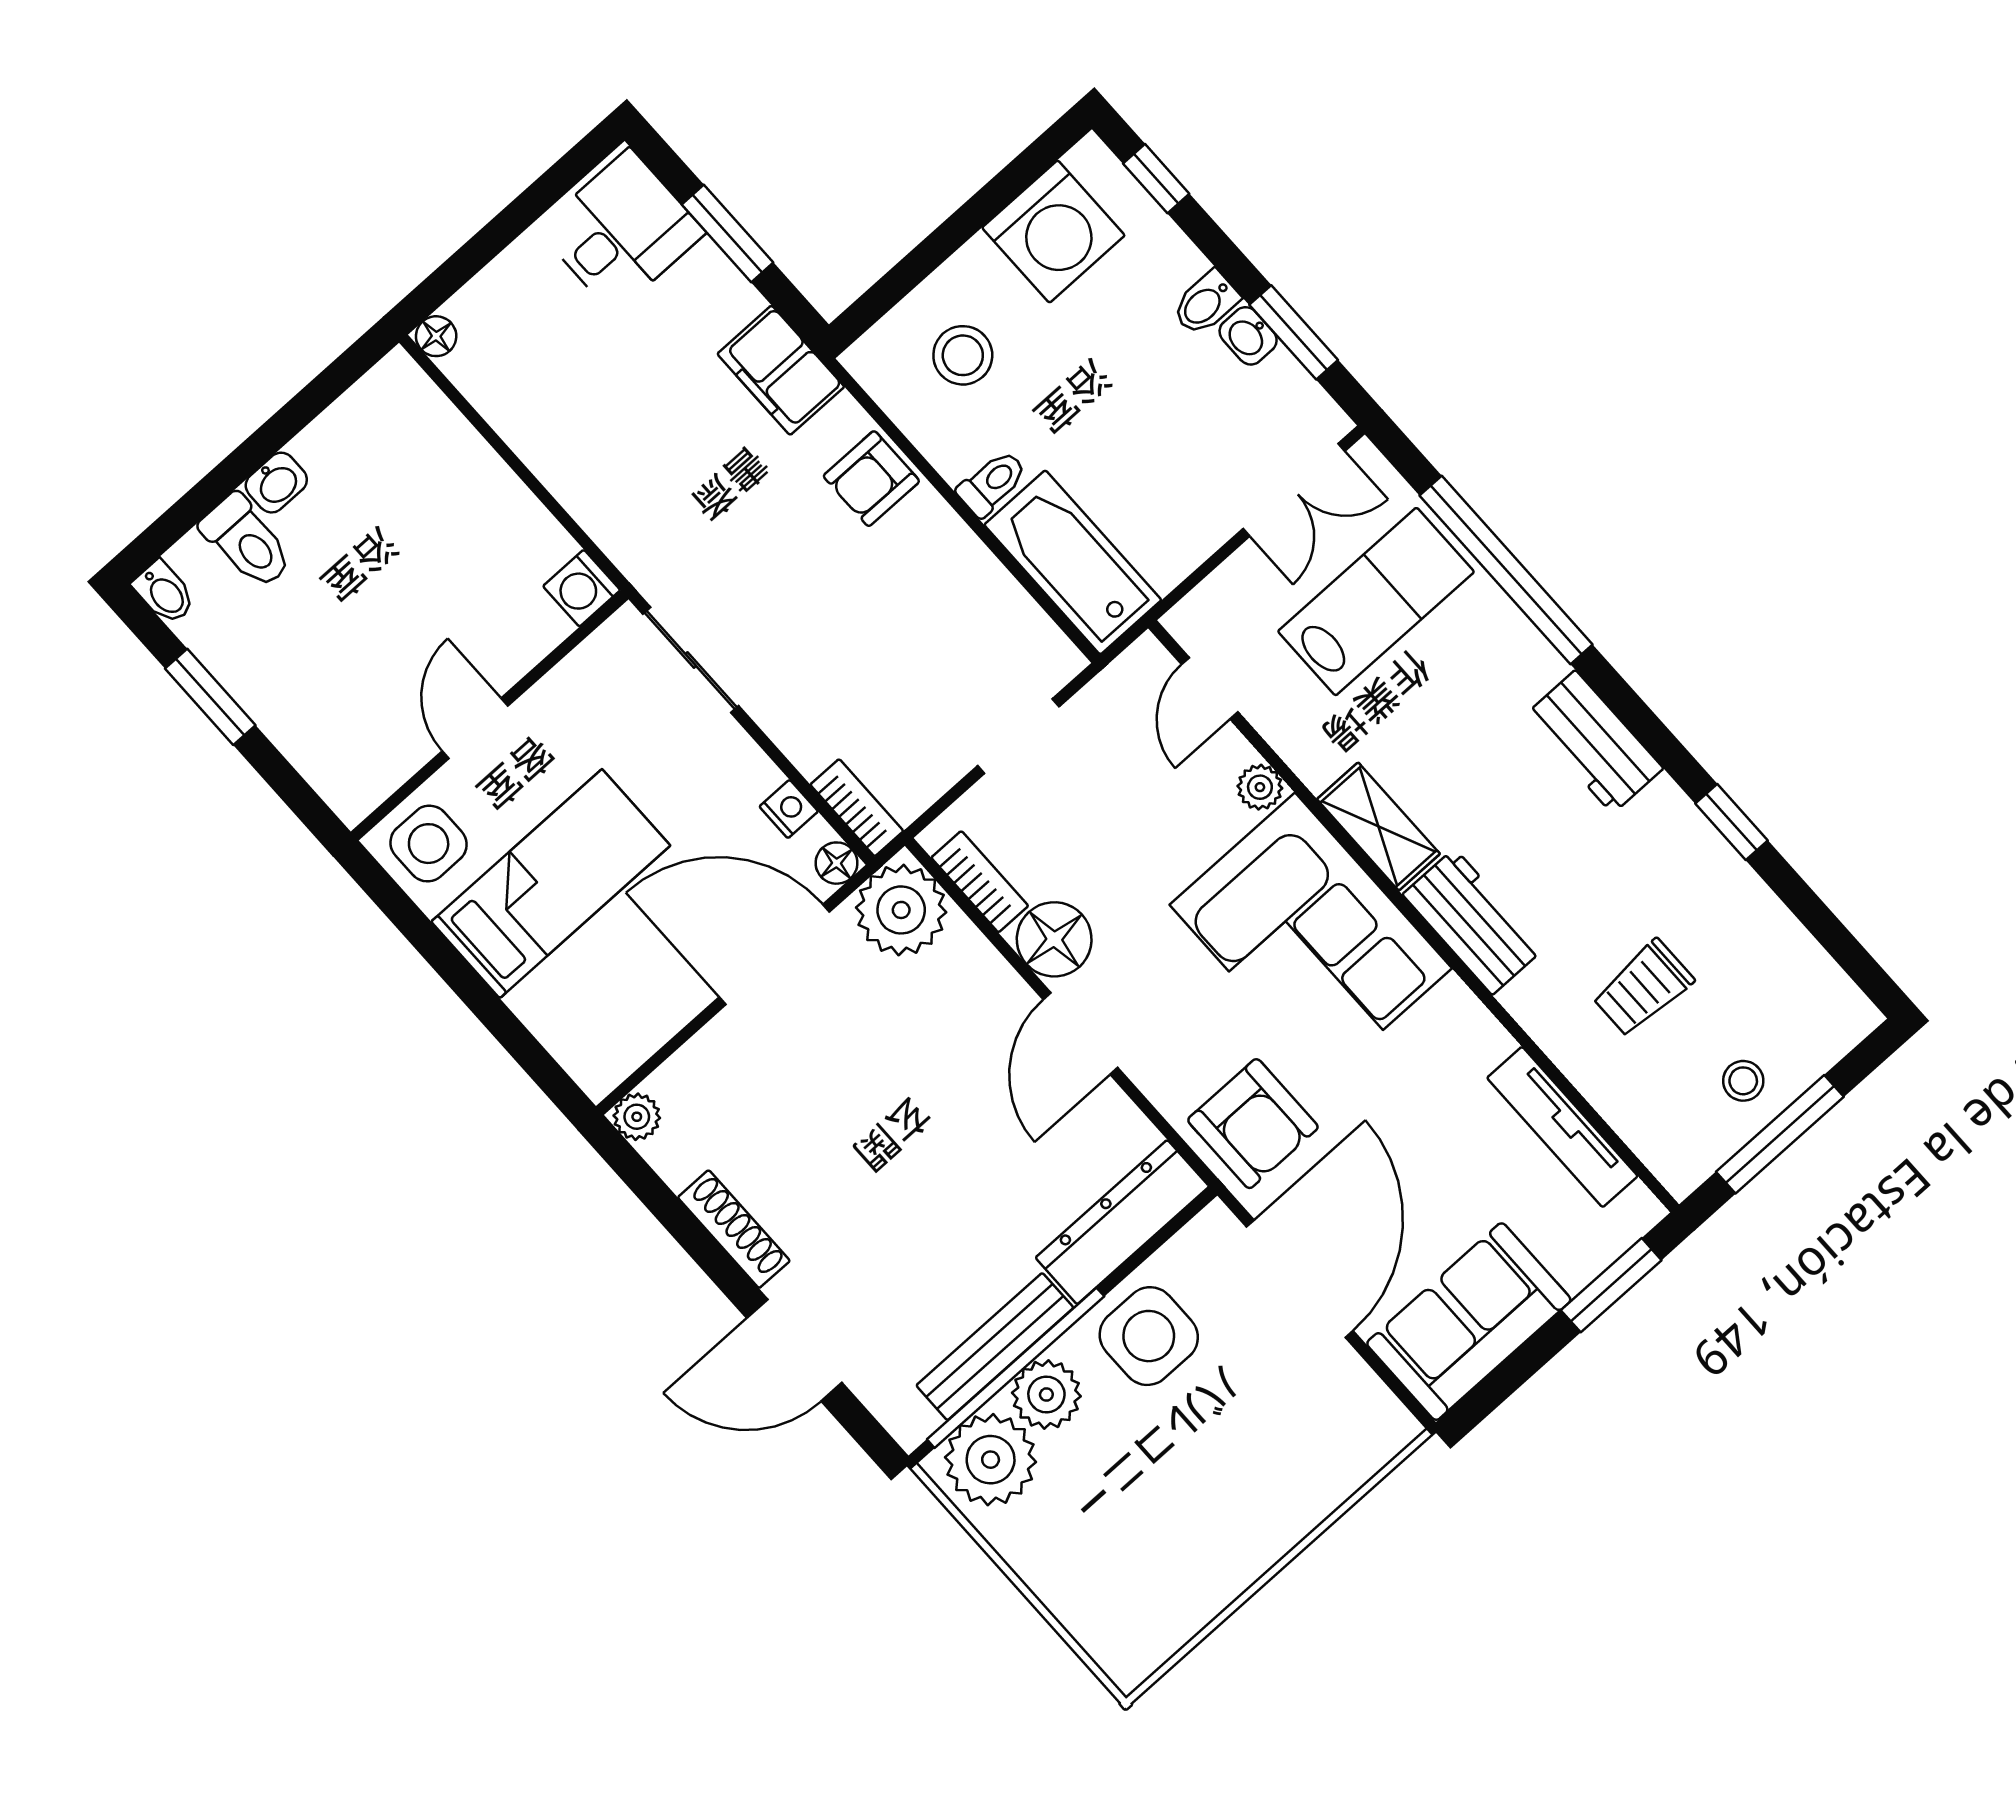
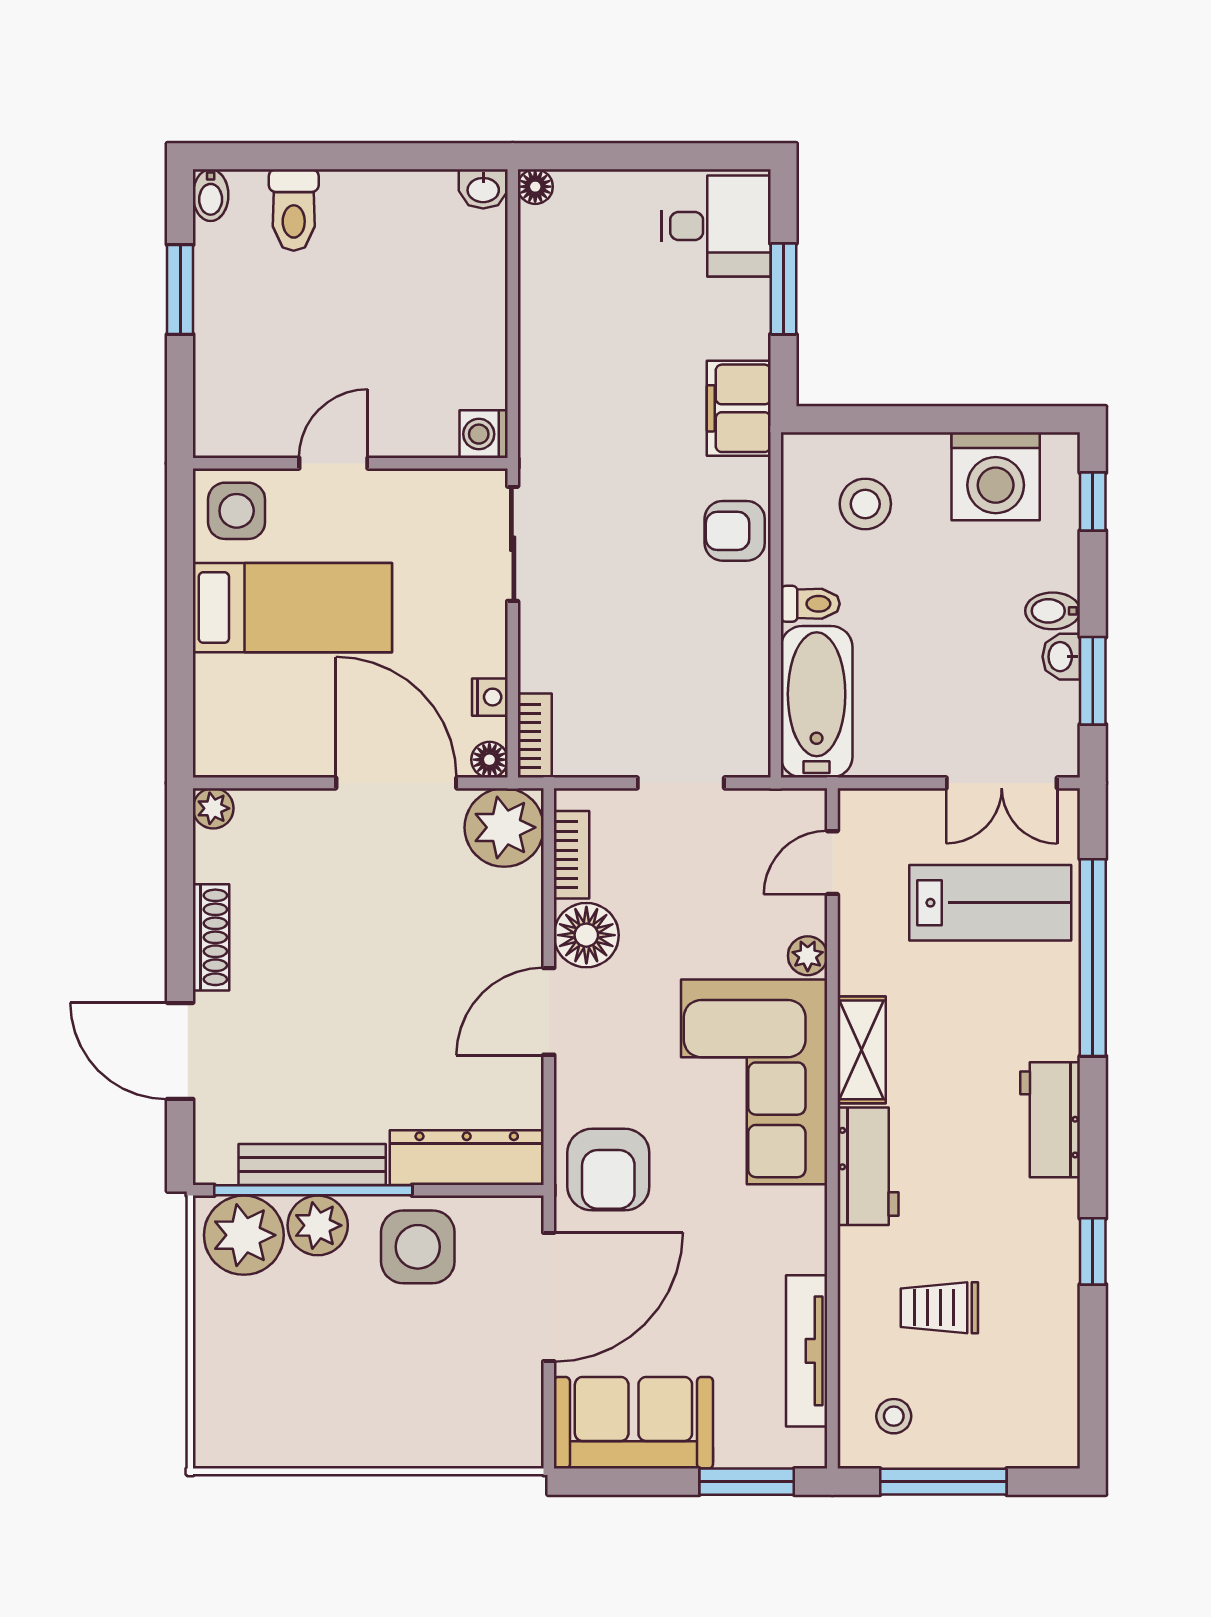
washbasin: (276, 483) -> (483, 189), moved
stool: (1743, 1081) -> (894, 1416), moved

